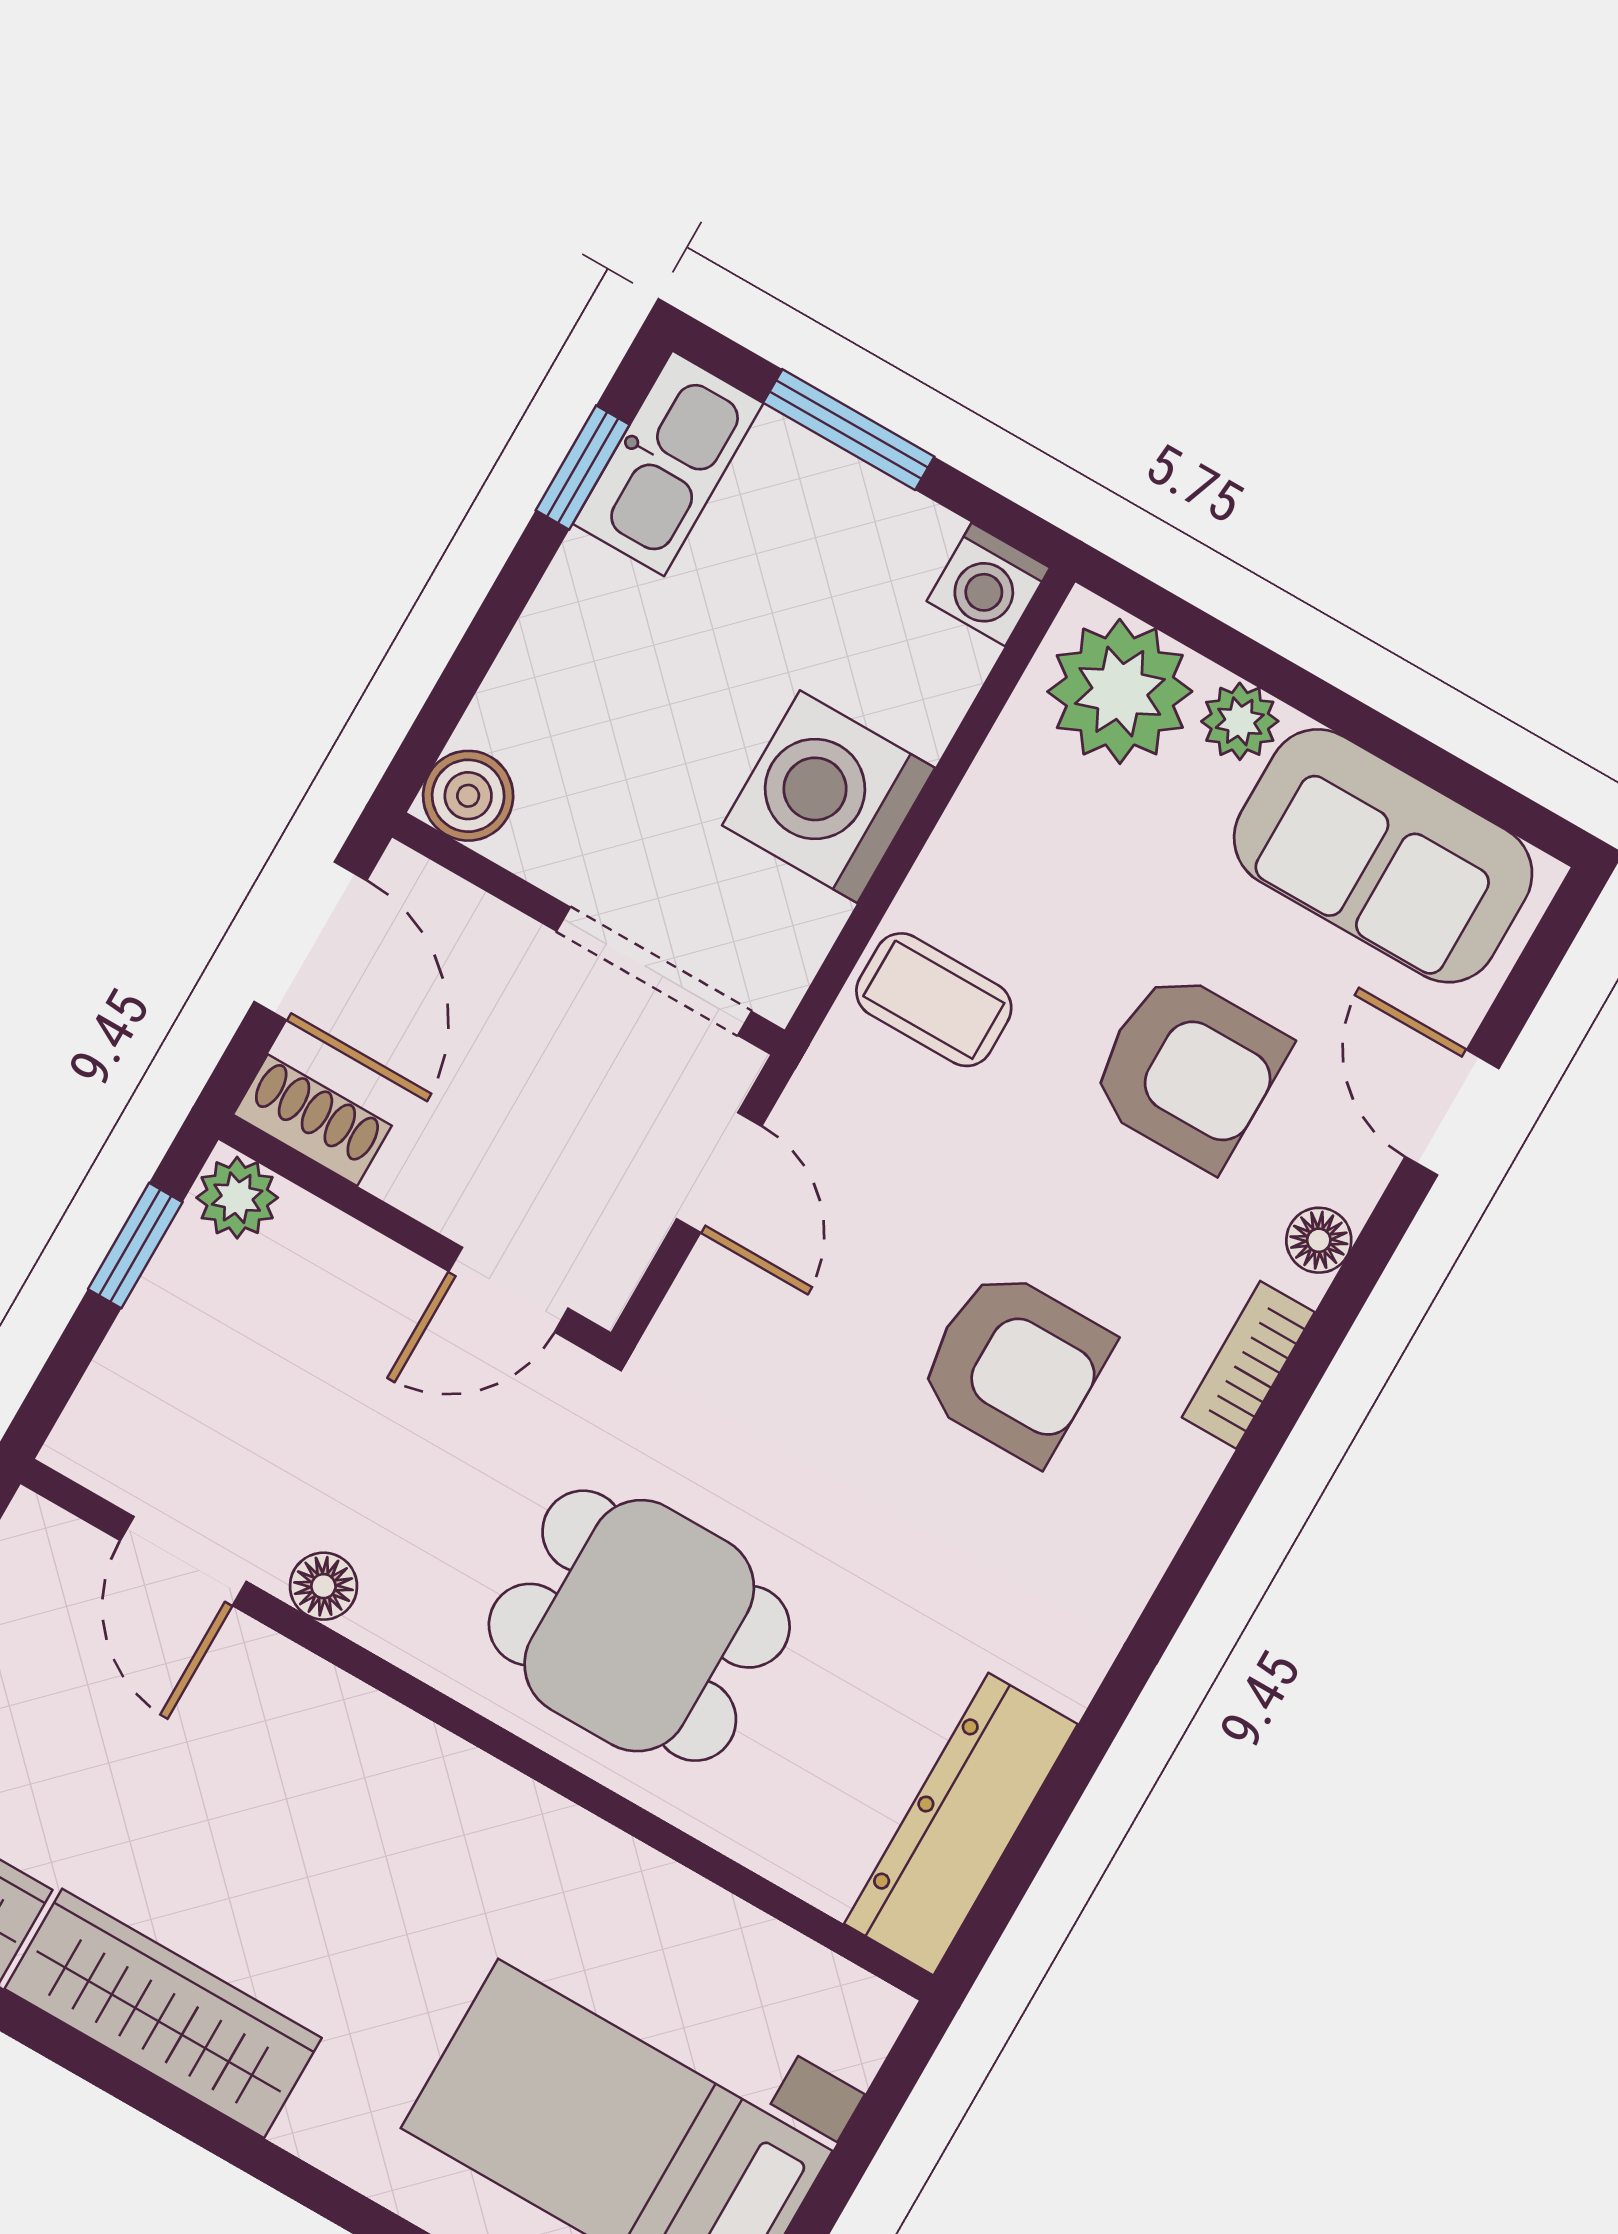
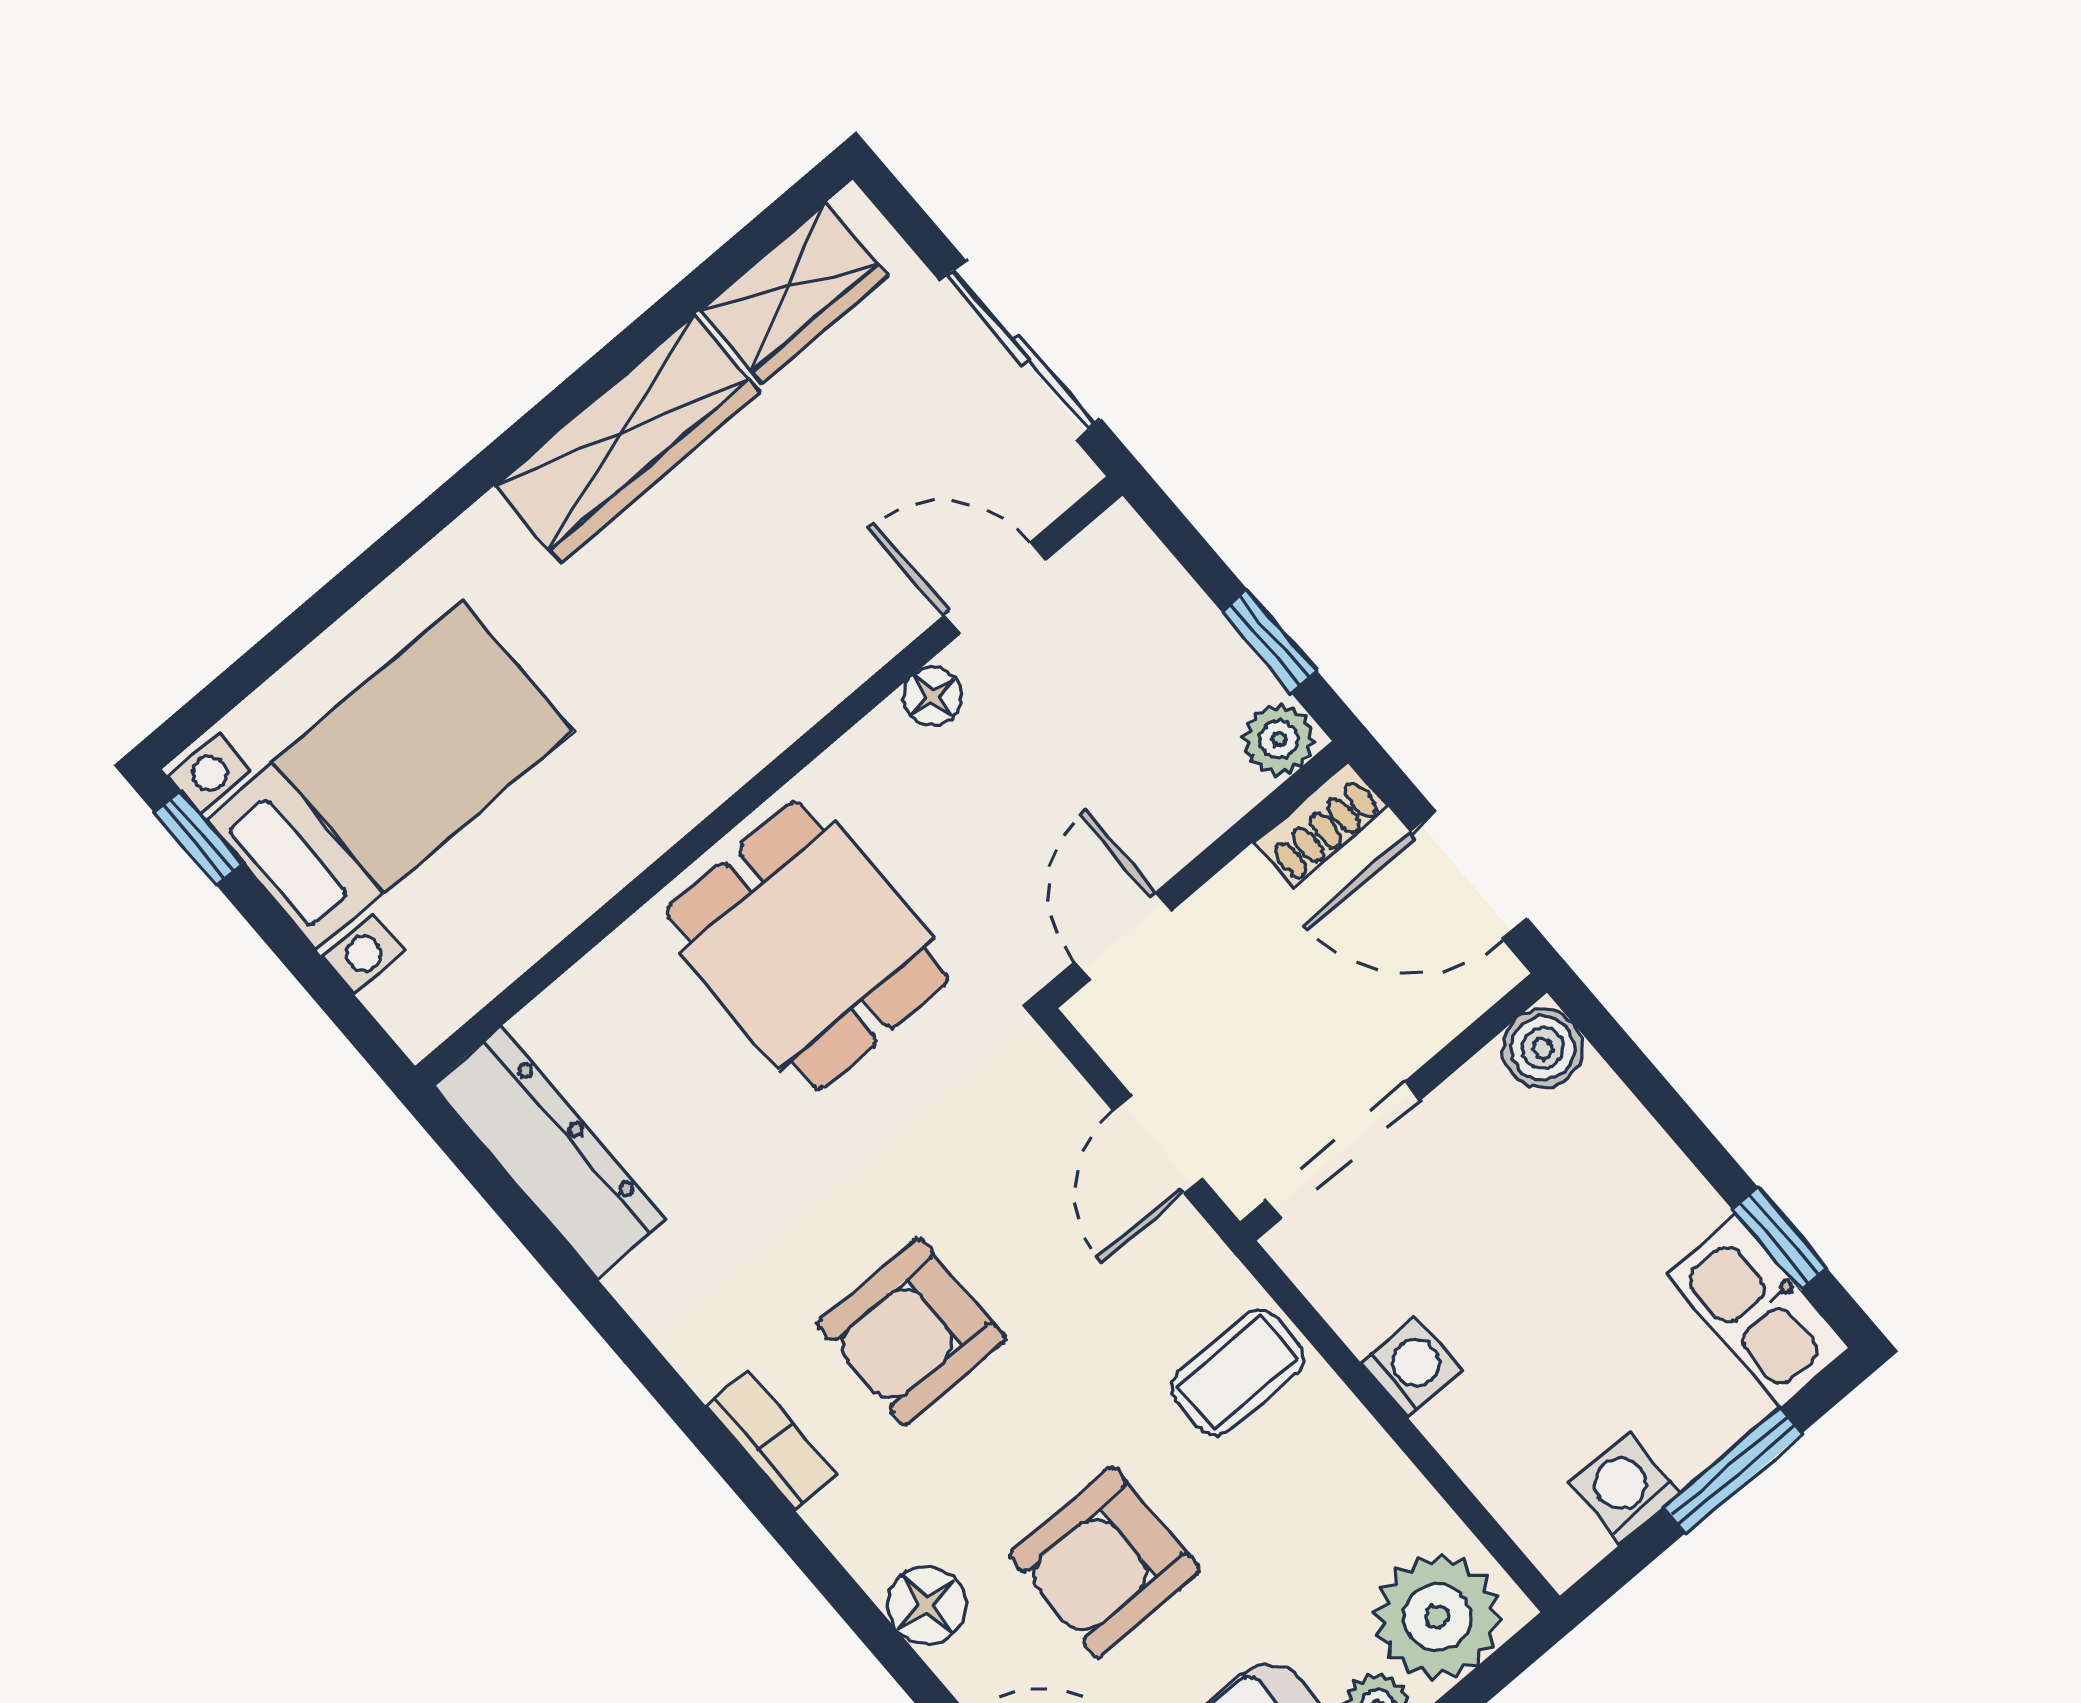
washing machine: (988, 584) -> (1624, 1488), moved
washing machine: (829, 797) -> (1411, 1366), width x0.53, depth x0.53
door: (719, 1173) -> (1158, 1145), hinge flipped
floor lamp: (1319, 1240) -> (927, 1605), width x1.37, depth x1.37
bookcase: (1248, 1365) -> (771, 1440), moved
dining table: (639, 1626) -> (807, 945), turned 90

